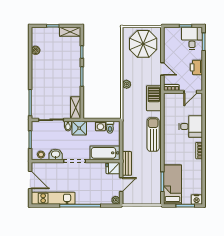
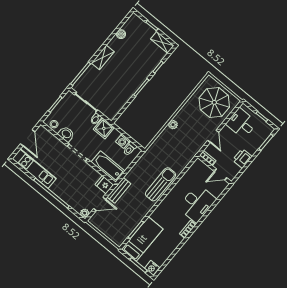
desk: (192, 38) -> (241, 123), moved, turned -90
barbecue: (154, 98) -> (186, 155), removed
shelving: (76, 108) -> (103, 57), moved
desk: (191, 127) -> (197, 203), width x1.37

